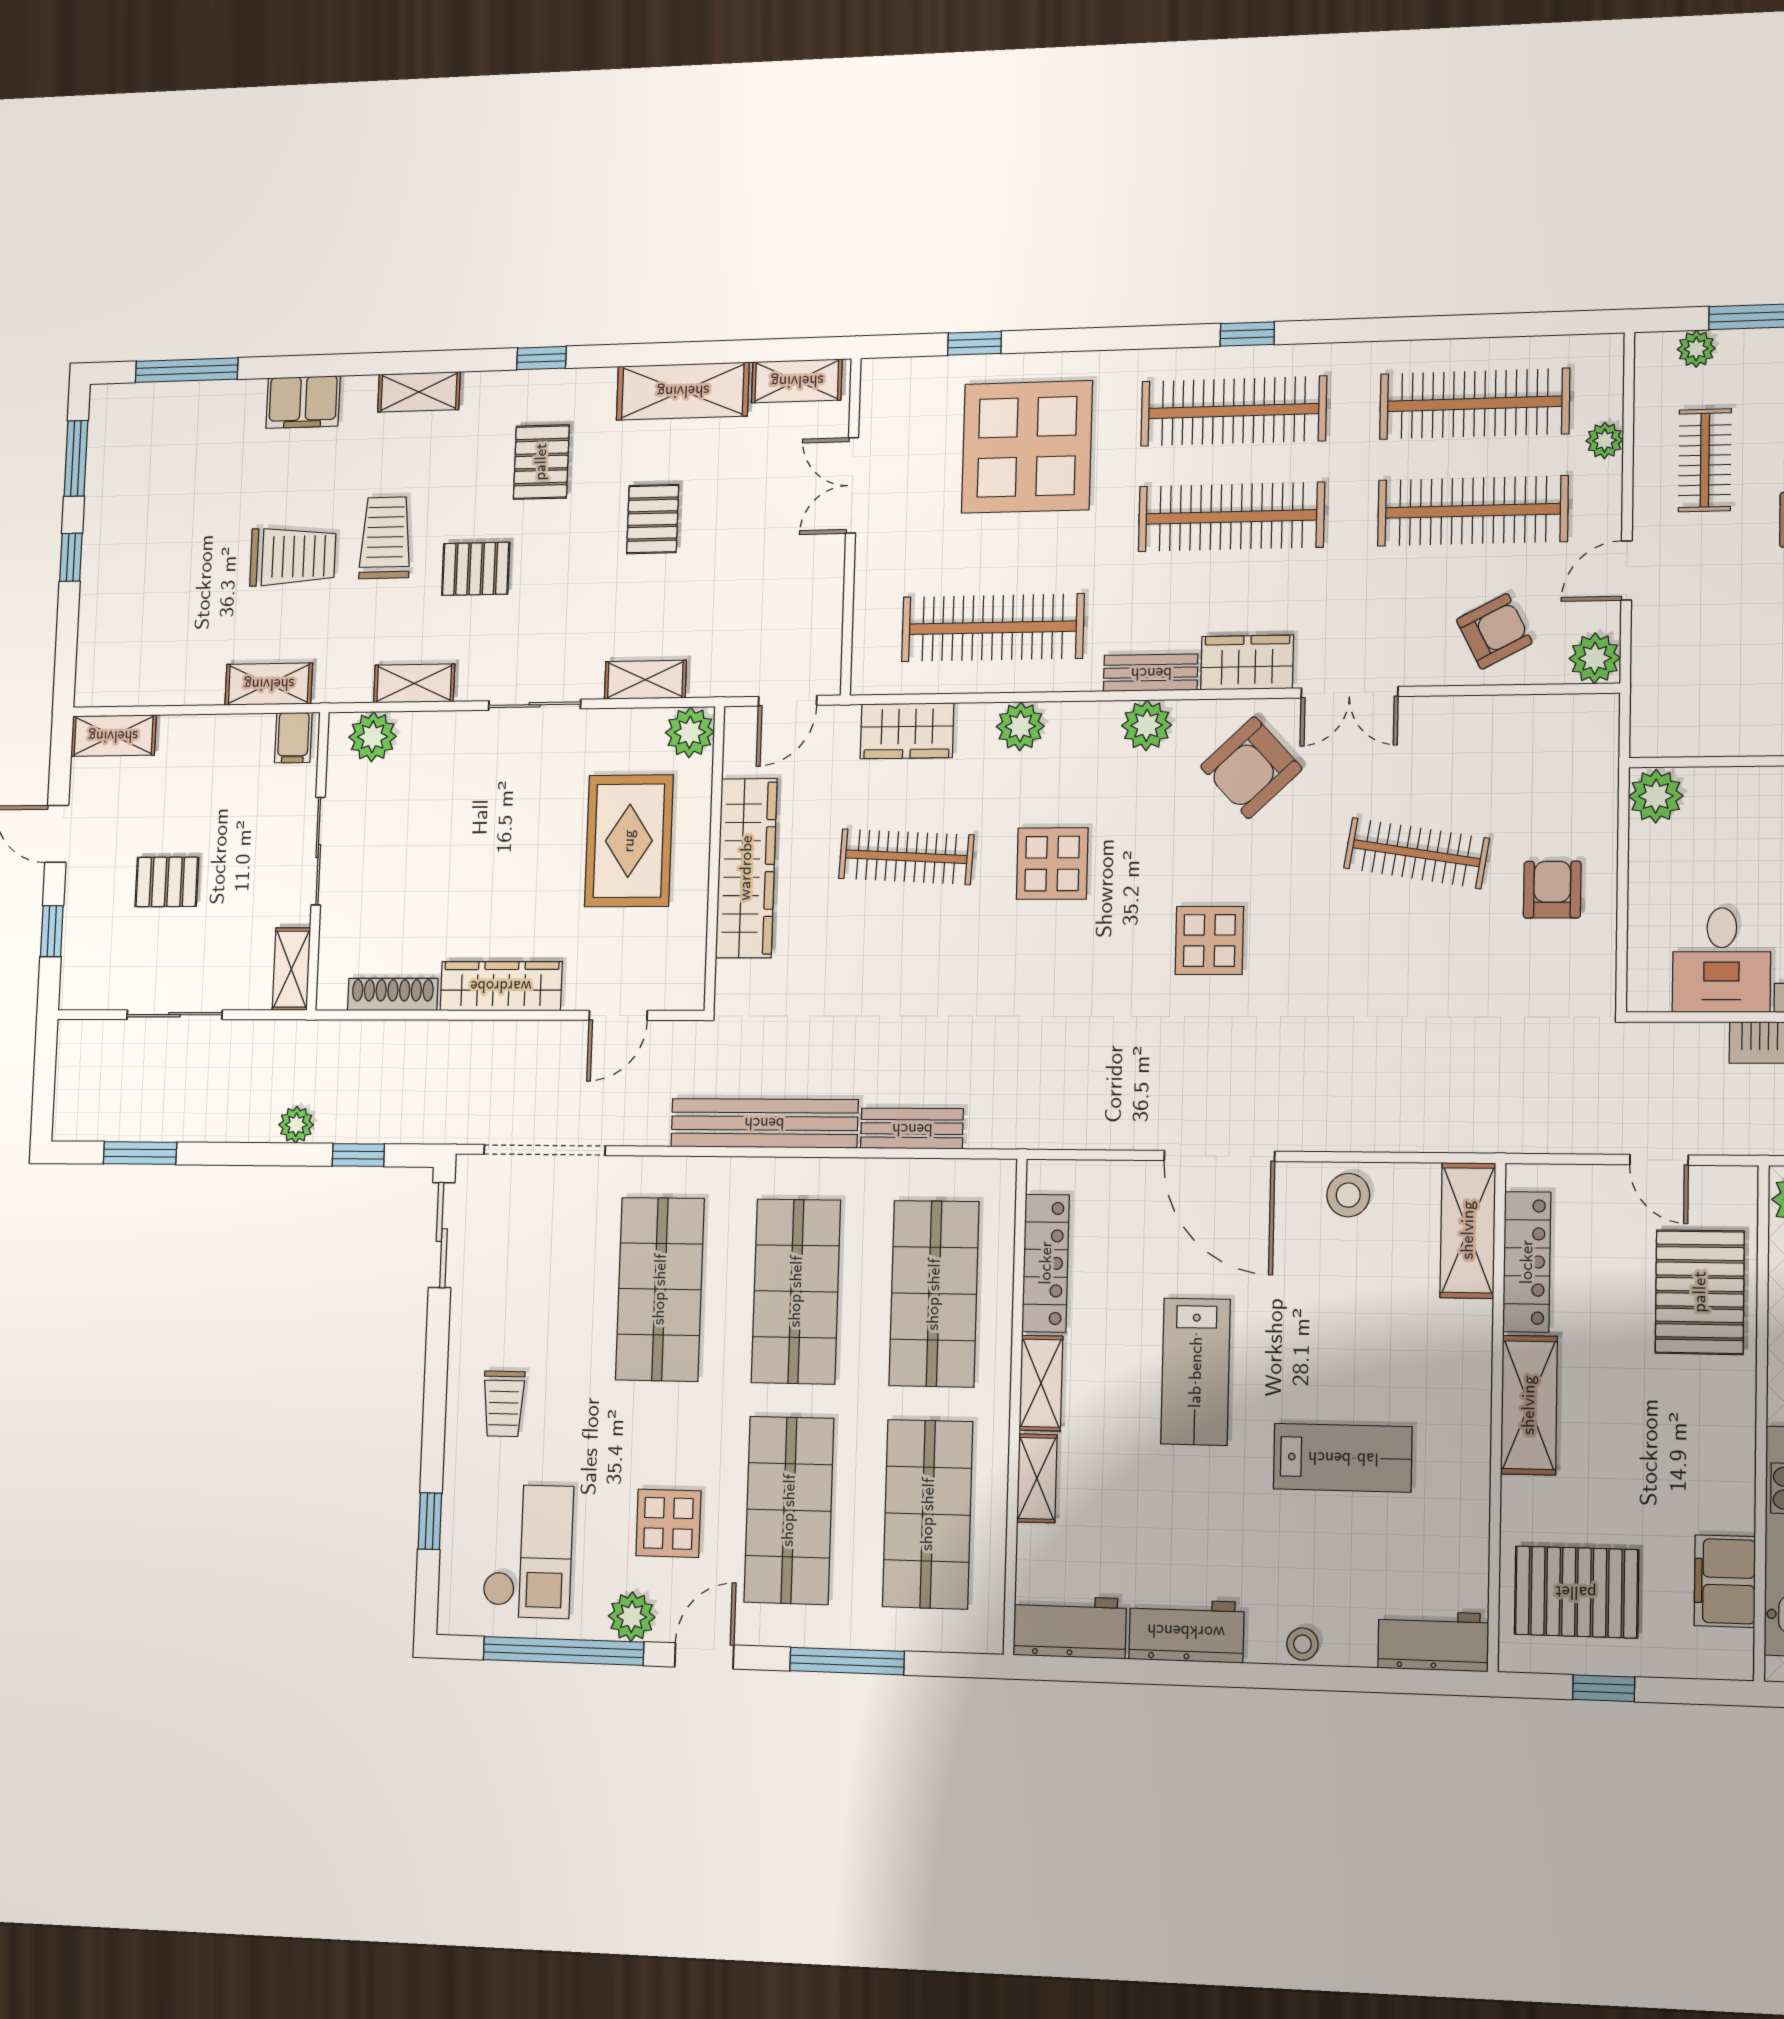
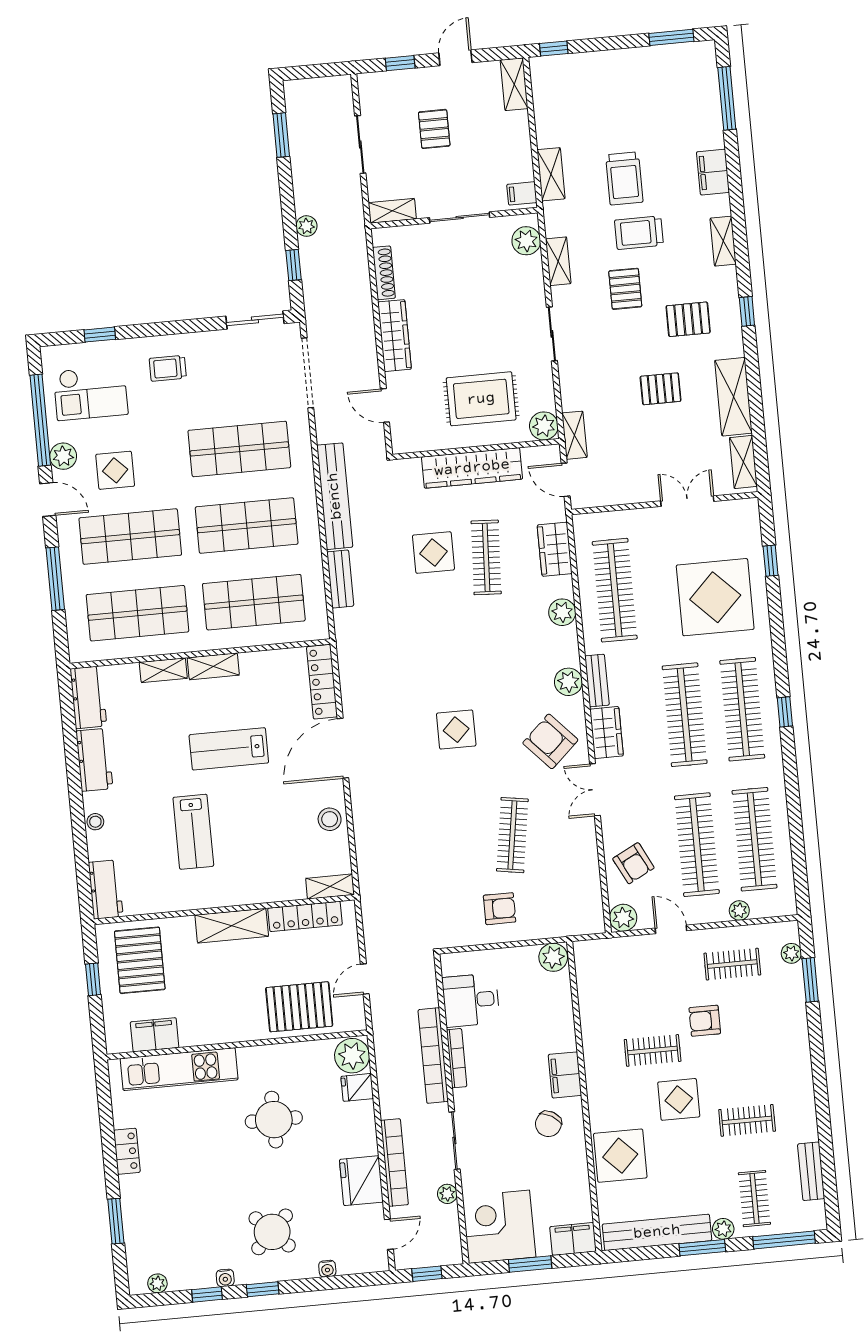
trolley: (385, 538) -> (639, 233), turned 180
window: (71, 557) -> (554, 49), moved
shelving: (645, 680) -> (574, 435), moved
display table: (1052, 864) -> (433, 552), moved
shelving: (1468, 1230) -> (330, 886), width x0.67, depth x0.75
locker: (1046, 1263) -> (322, 682), moved, turned 90

